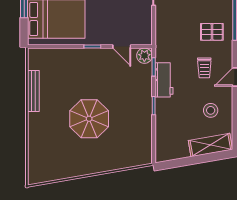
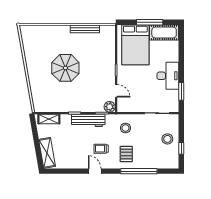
door: (122, 47) -> (116, 91), swing flipped
workbench: (164, 80) -> (88, 120), width x1.37
stool: (211, 110) -> (126, 128), moved
shelving: (162, 142) -> (49, 119), added

